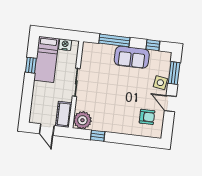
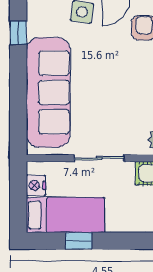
window: (114, 40) -> (18, 101), removed
sofa: (132, 57) -> (48, 92), width x1.85, depth x1.27

